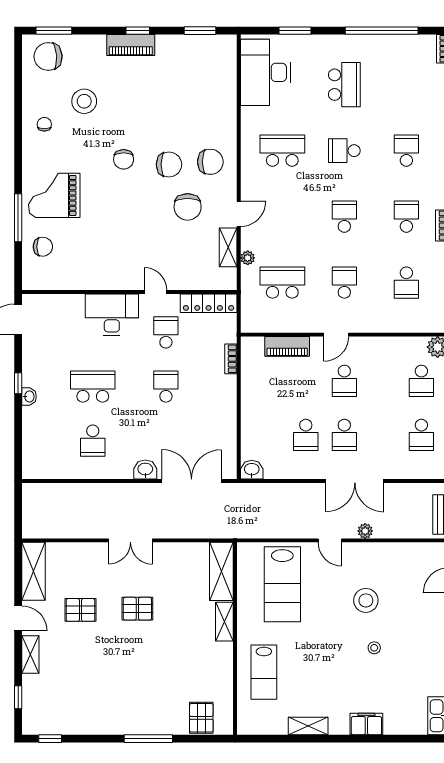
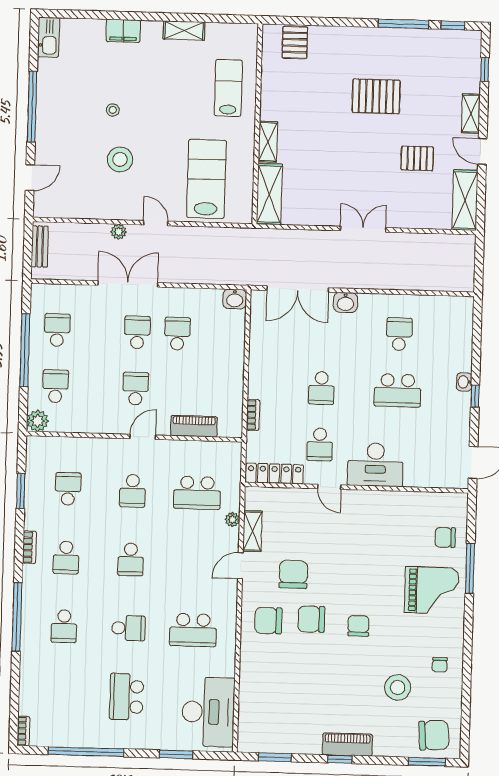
pallet: (137, 609) -> (376, 96), moved, width x1.50, depth x1.42
window: (148, 739) -> (403, 24), moved

